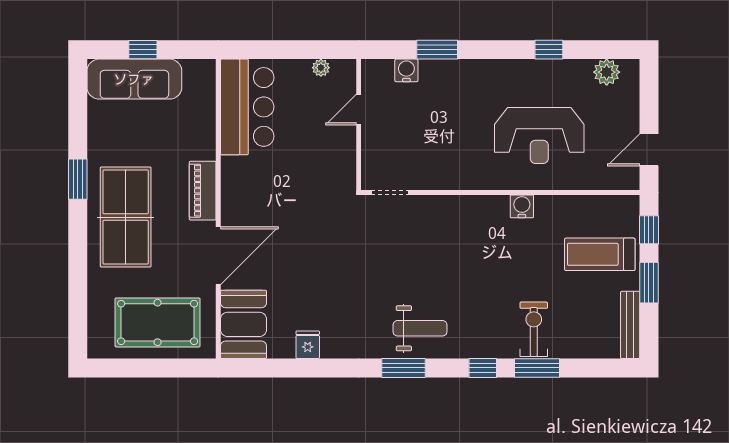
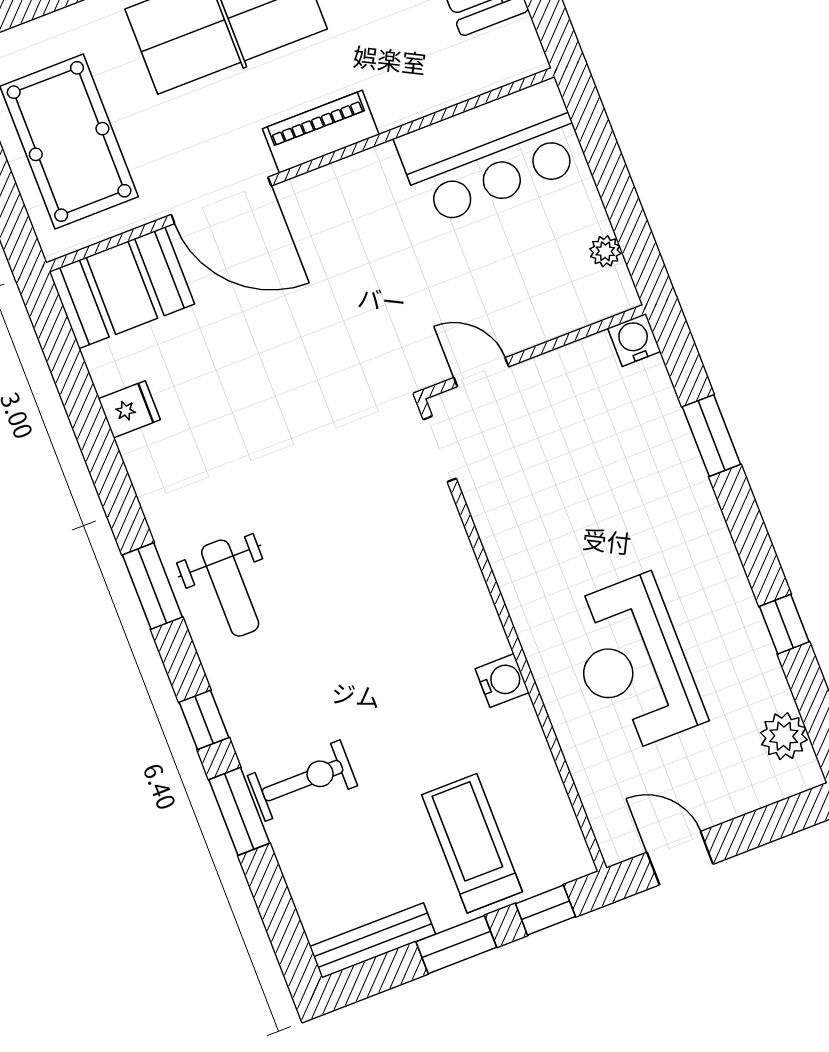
water cooler: (406, 70) -> (634, 340), moved, turned -90
door: (359, 110) -> (481, 372), moved

